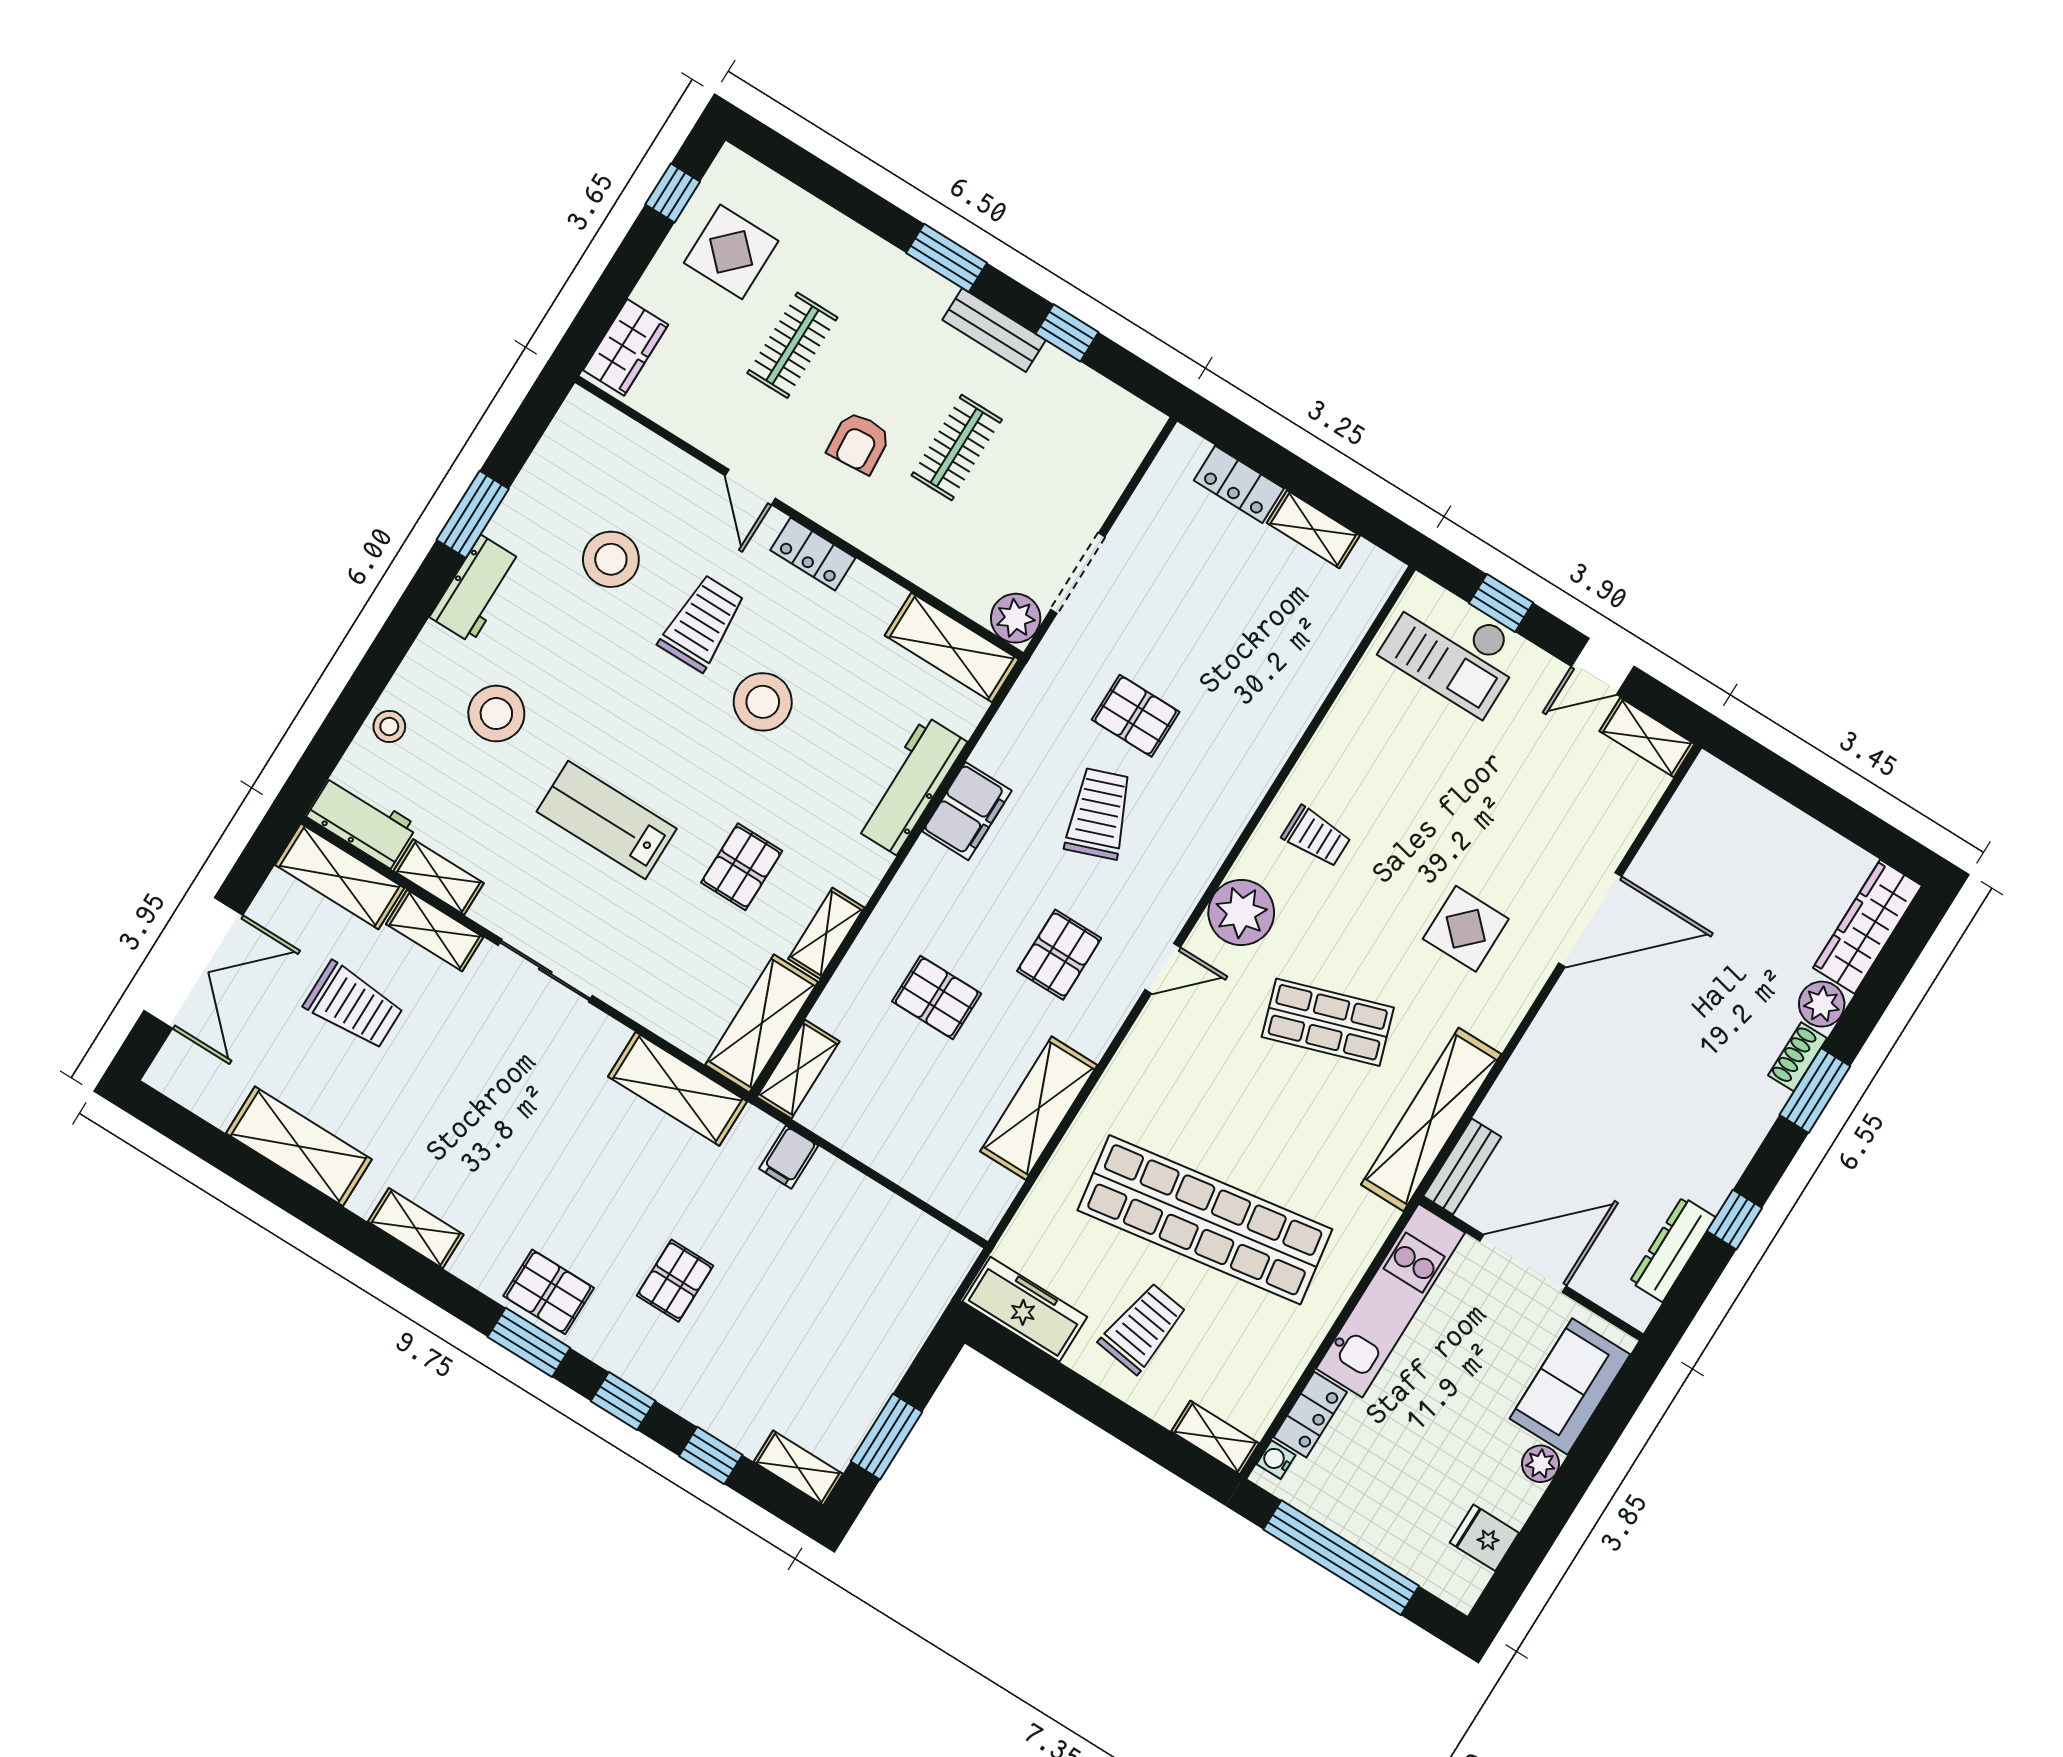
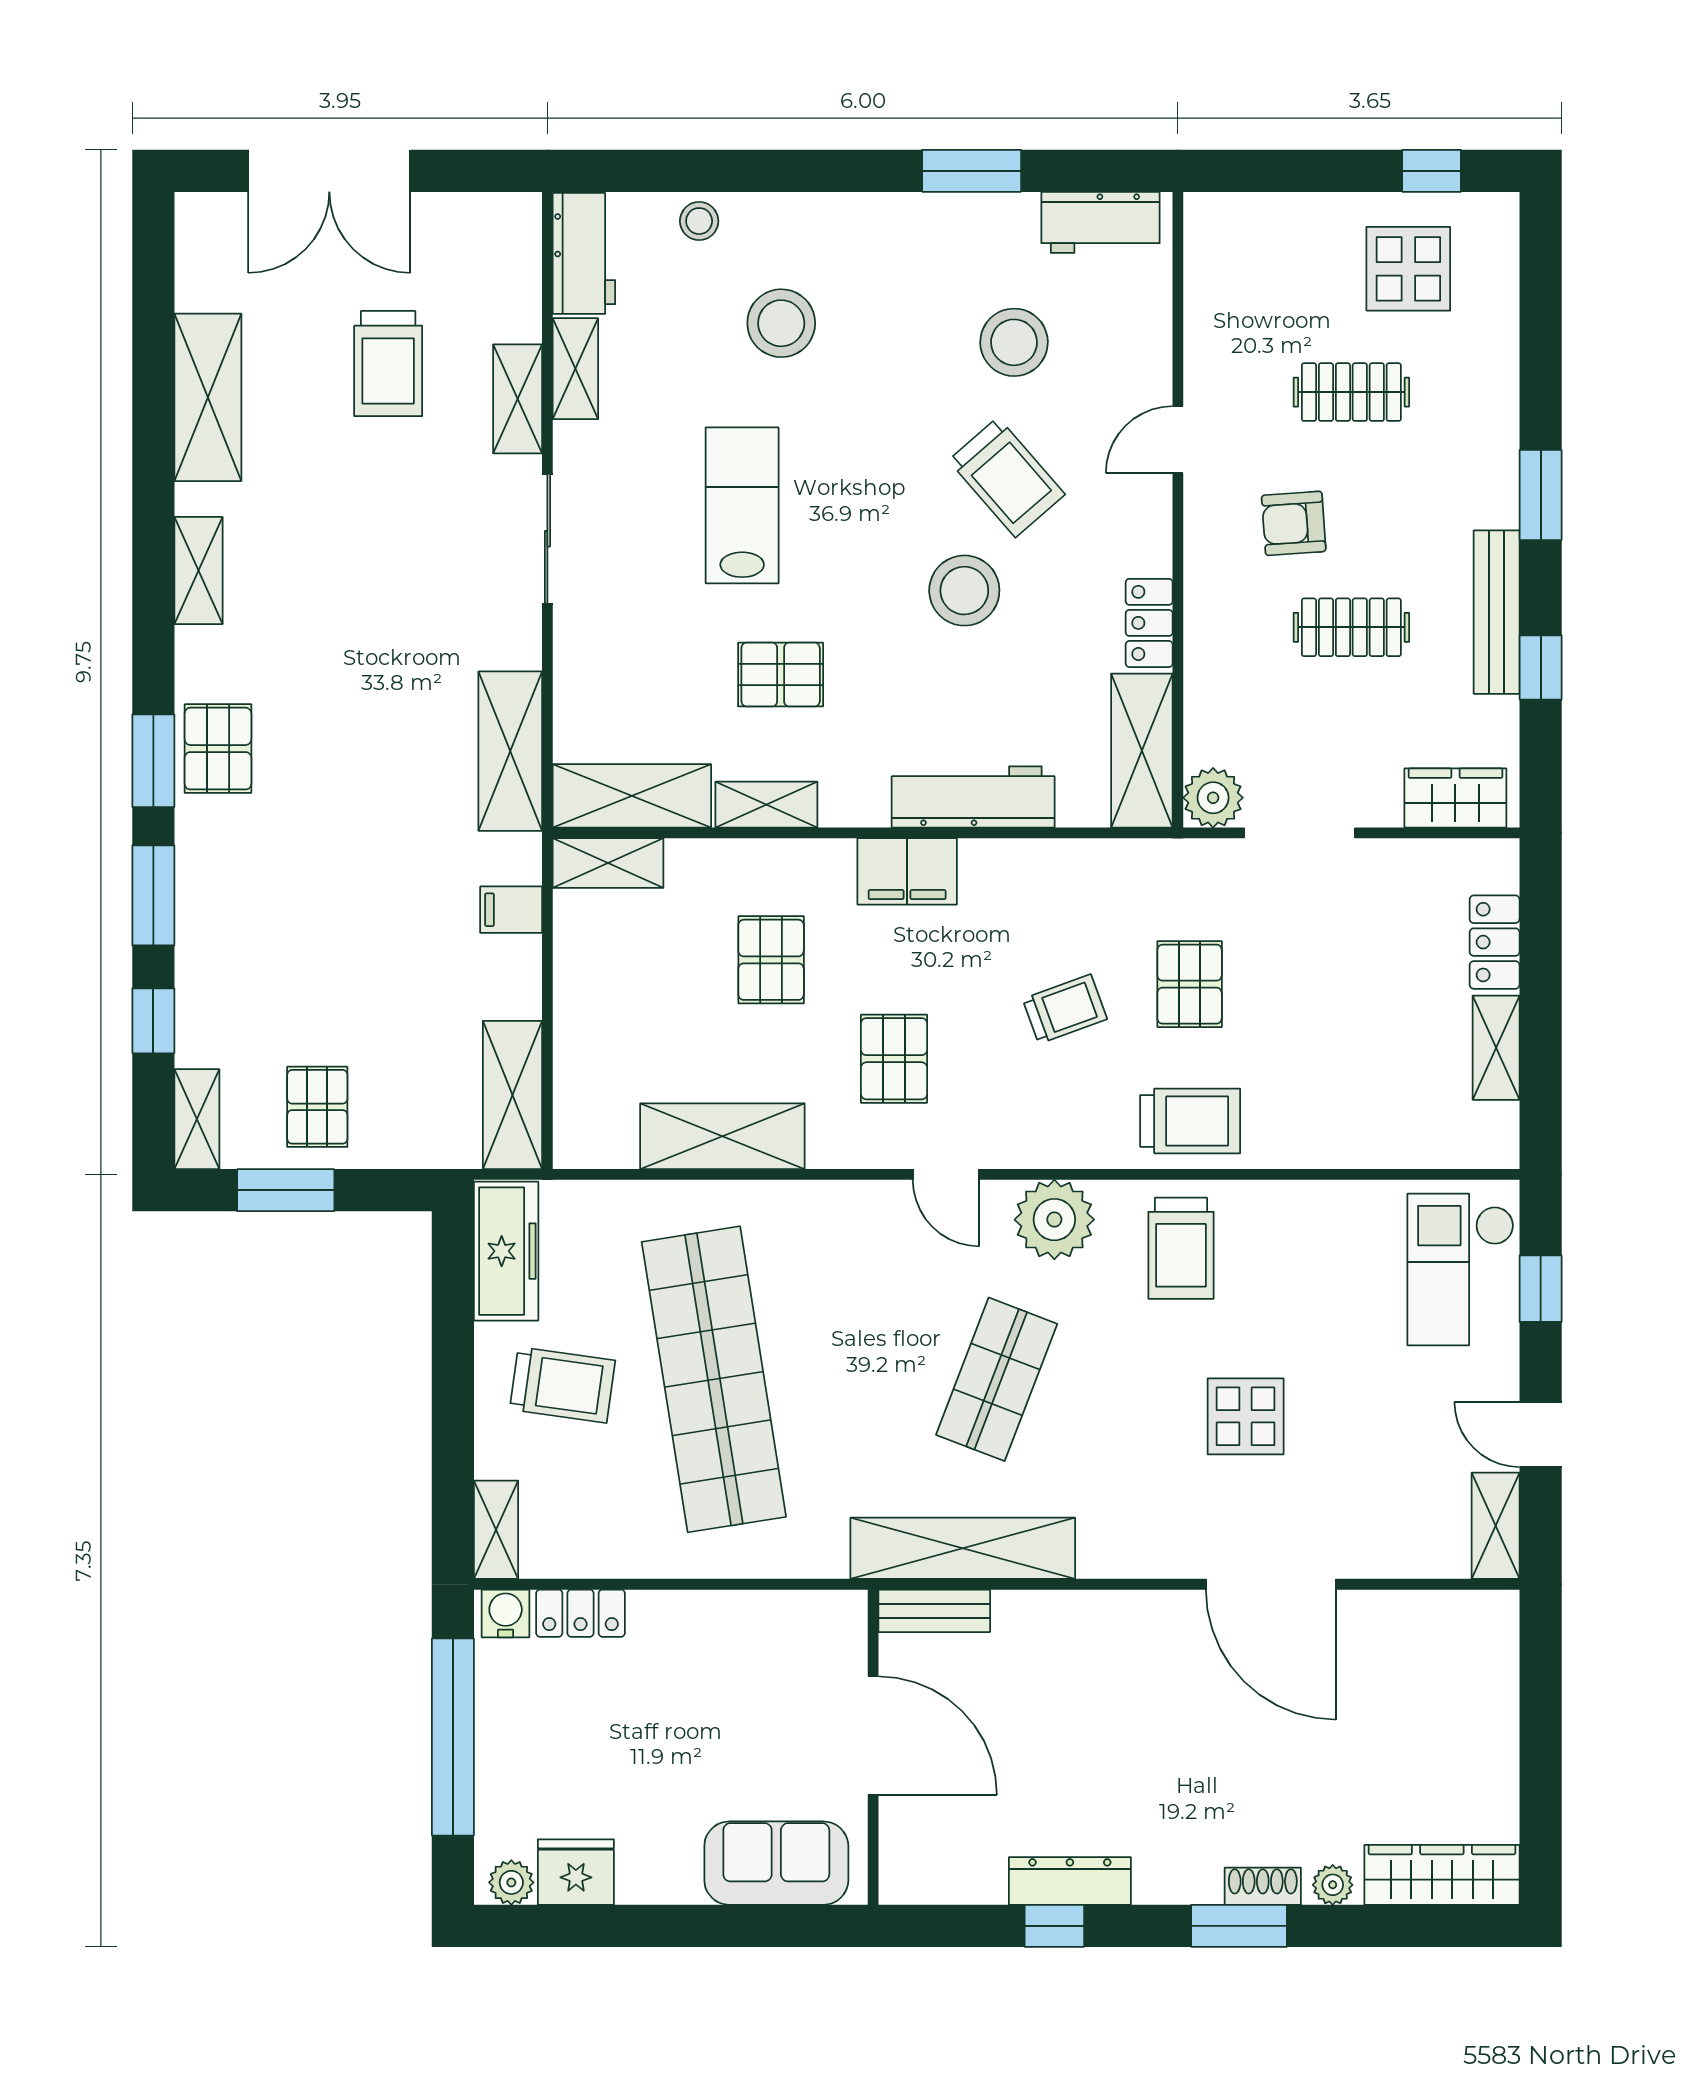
bench: (994, 330) -> (1497, 612), width x1.36
wardrobe: (626, 347) -> (1455, 798), moved, turned 180
locker: (813, 554) -> (1149, 623), moved
workbench: (476, 589) -> (1100, 222), moved
trolley: (702, 623) -> (1007, 477), turned 49
trolley: (1231, 775) -> (1190, 1121), added
filing cabinet: (967, 811) -> (907, 871), moved
trolley: (1099, 814) -> (1065, 1009), width x0.73, depth x0.72
trolley: (1316, 837) -> (1181, 1248), width x1.36, depth x1.39
shelving: (340, 876) -> (512, 1095), moved
display table: (1466, 929) -> (1246, 1416), moved
pallet: (1059, 955) -> (894, 1059), turned 90
plant: (1822, 1004) -> (1333, 1885), width x0.73, depth x0.73
shop shelf: (1328, 1022) -> (997, 1379), turned 39
dresser: (1673, 1249) -> (1070, 1881), moved
pallet: (675, 1281) -> (317, 1107), moved, turned 90
kitchen unit: (1390, 1301) -> (750, 1623), removed
window: (623, 1401) -> (153, 895), width x1.50
water cooler: (1276, 1460) -> (506, 1613), width x1.38, depth x1.38
plant: (1541, 1464) -> (511, 1882), moved
fridge: (1484, 1538) -> (576, 1872), width x1.38

